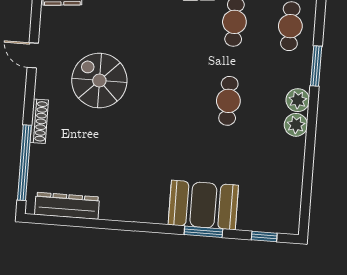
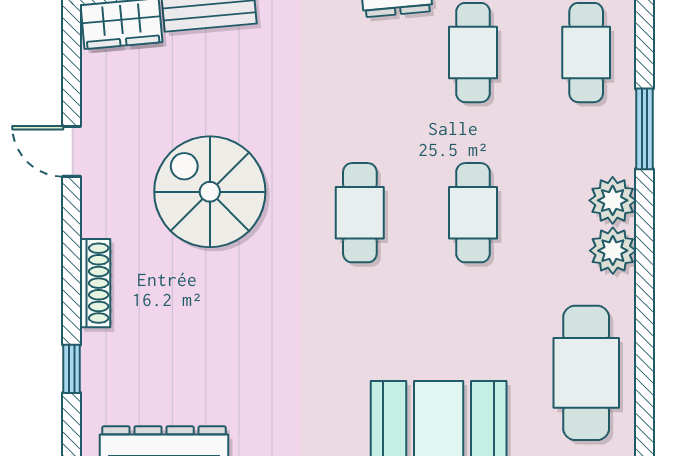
cafe table: (173, 97) -> (360, 213), added
window: (24, 163) -> (72, 369), width x0.32
cafe table: (278, 184) -> (586, 373), added

